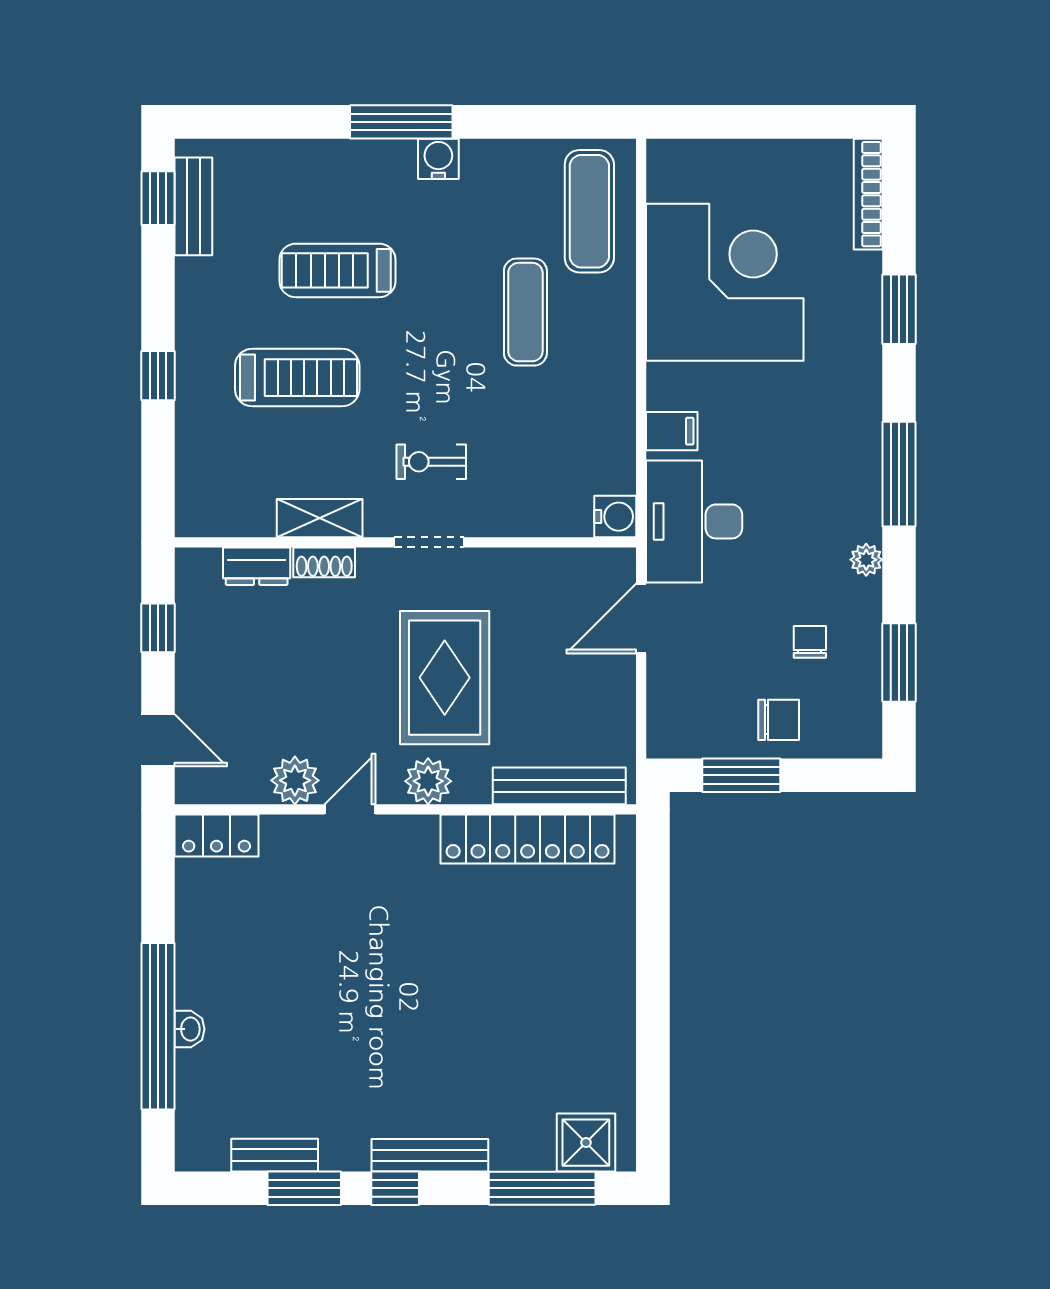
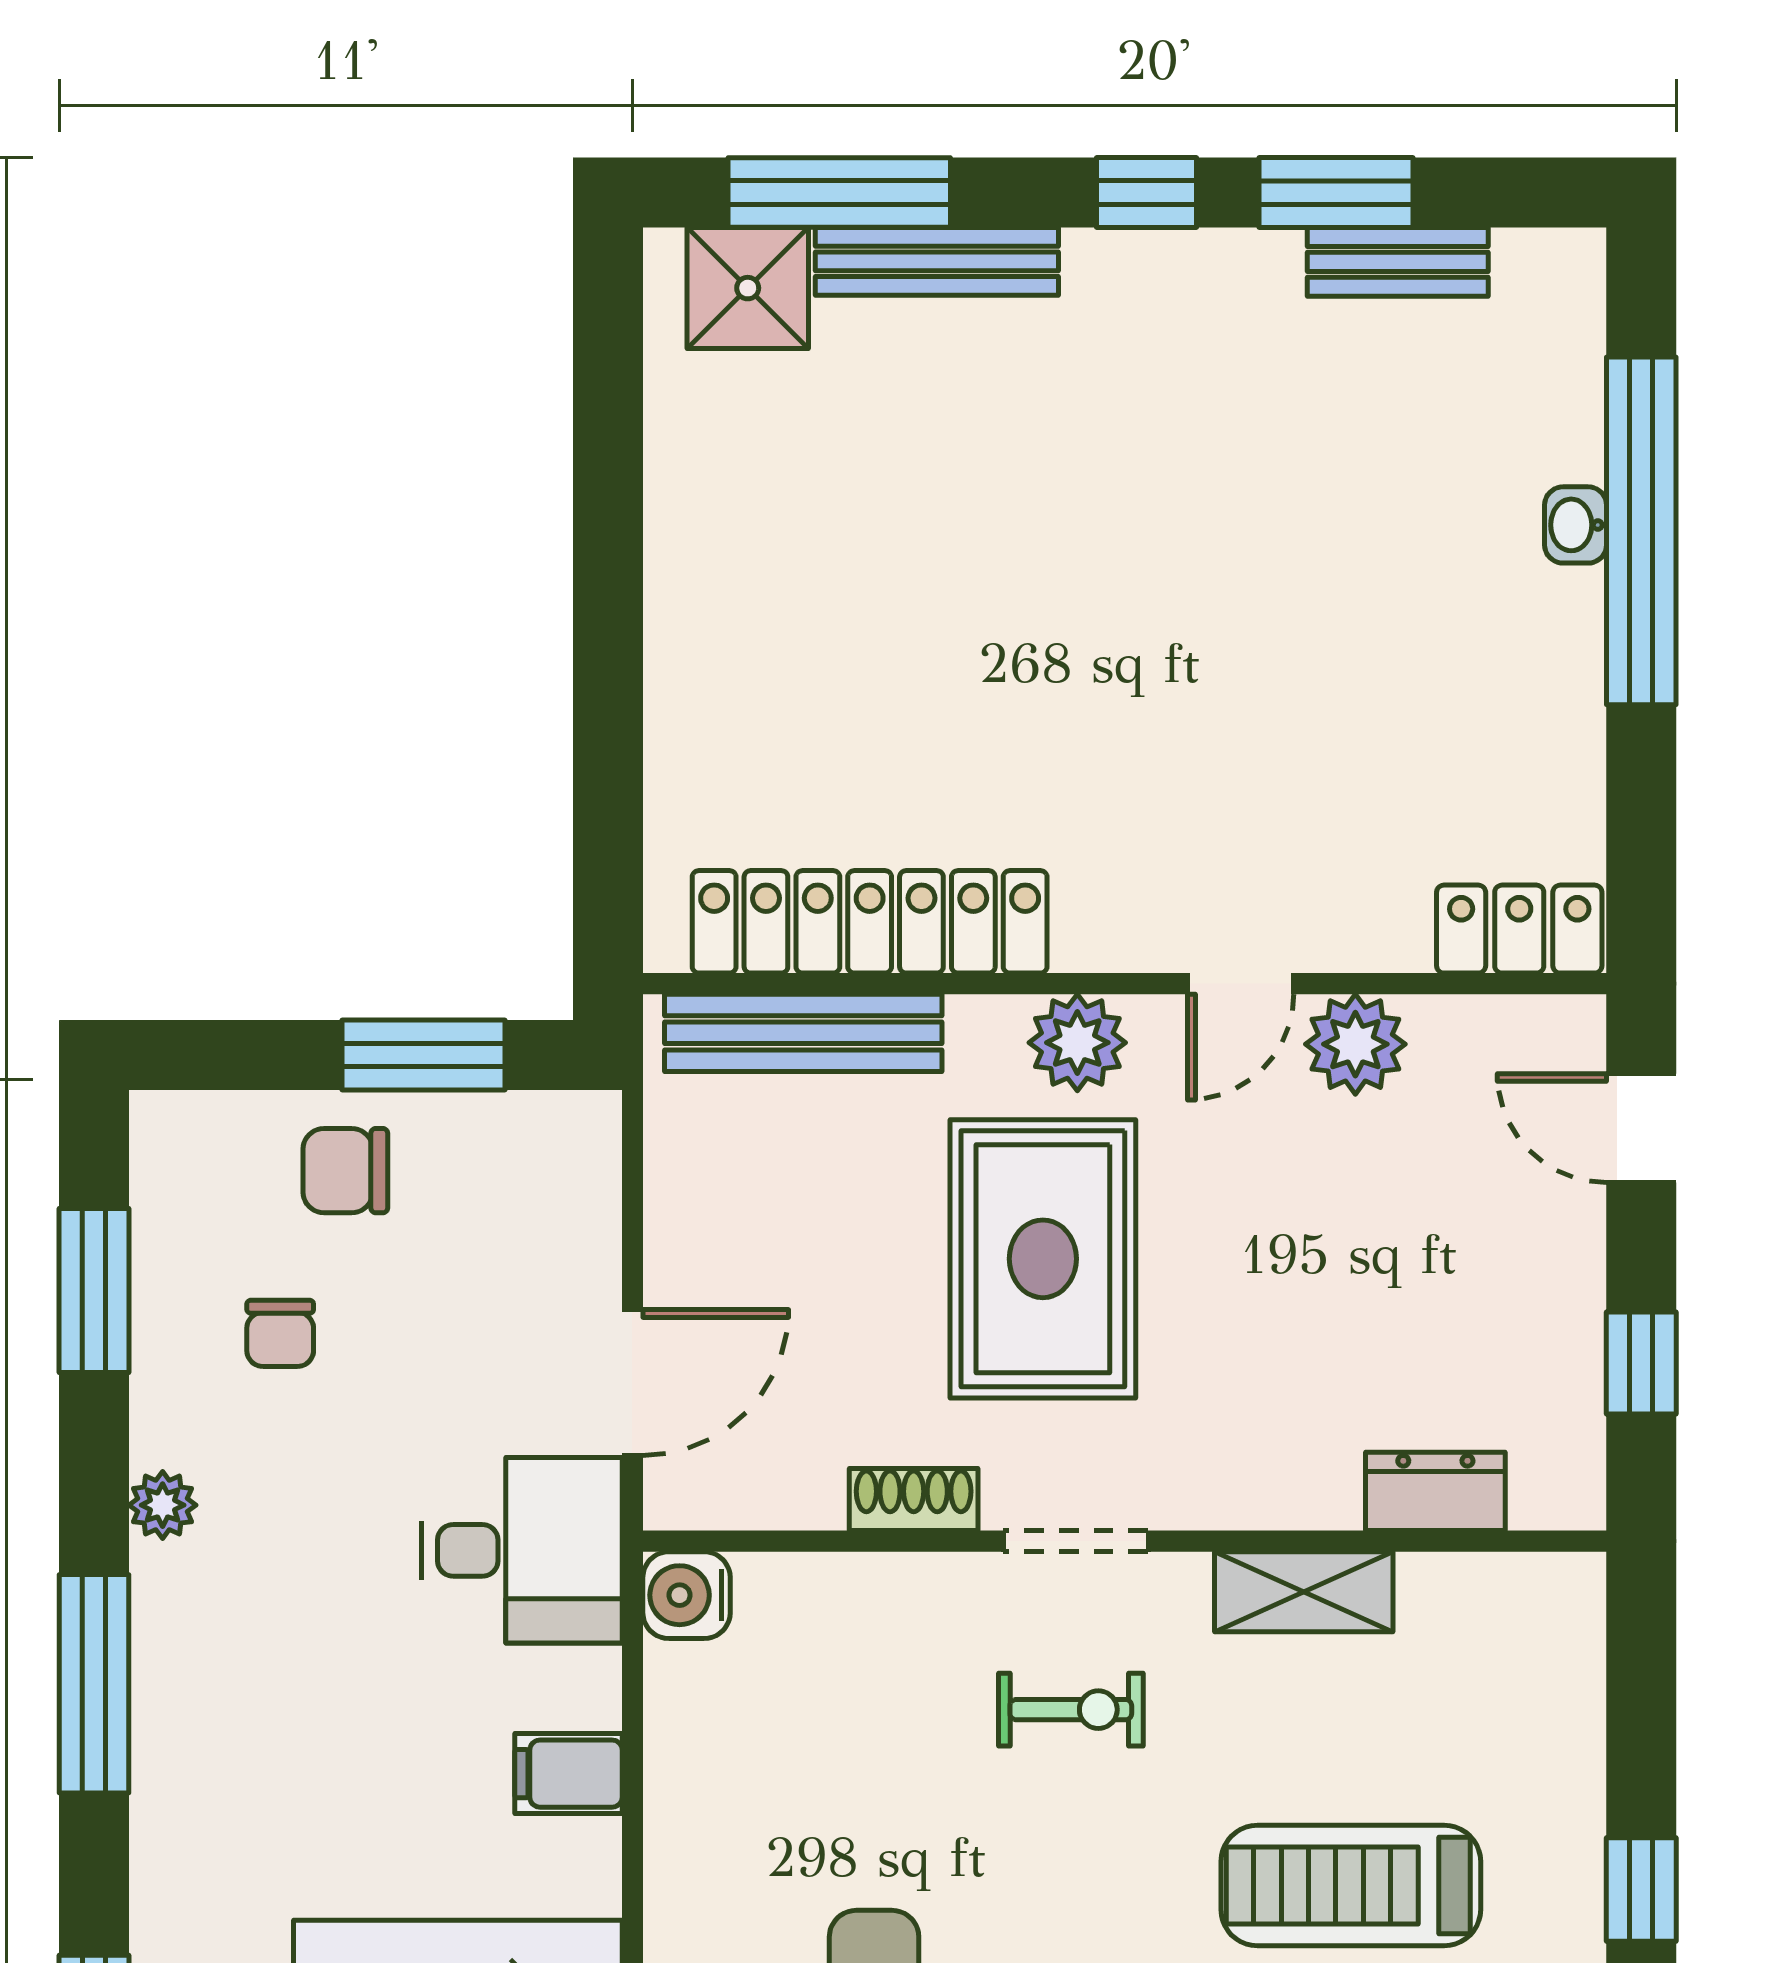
desk: (694, 521) -> (522, 1550), width x0.73
shoe rack: (324, 562) -> (914, 1500), moved
bench: (430, 1155) -> (937, 261), moved

